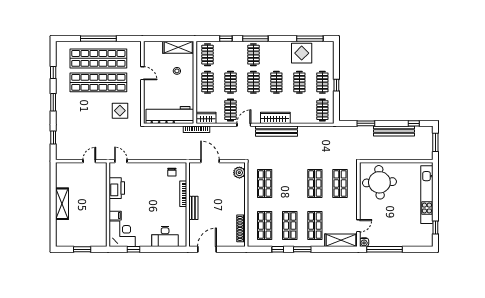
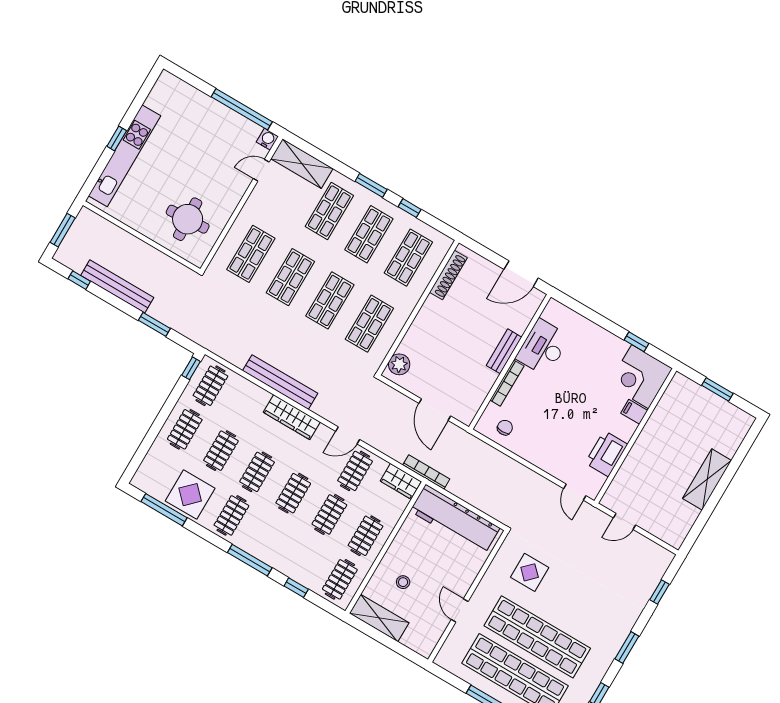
clothes rail: (253, 55) -> (231, 515), moved
window: (336, 85) -> (191, 368), moved
bench: (277, 131) -> (280, 382), moved
round table: (379, 182) -> (188, 219), width x0.73, depth x0.73
shop shelf: (290, 183) -> (330, 300), added
window: (435, 227) -> (117, 138), moved
desk: (165, 236) -> (543, 347), moved, turned -90

